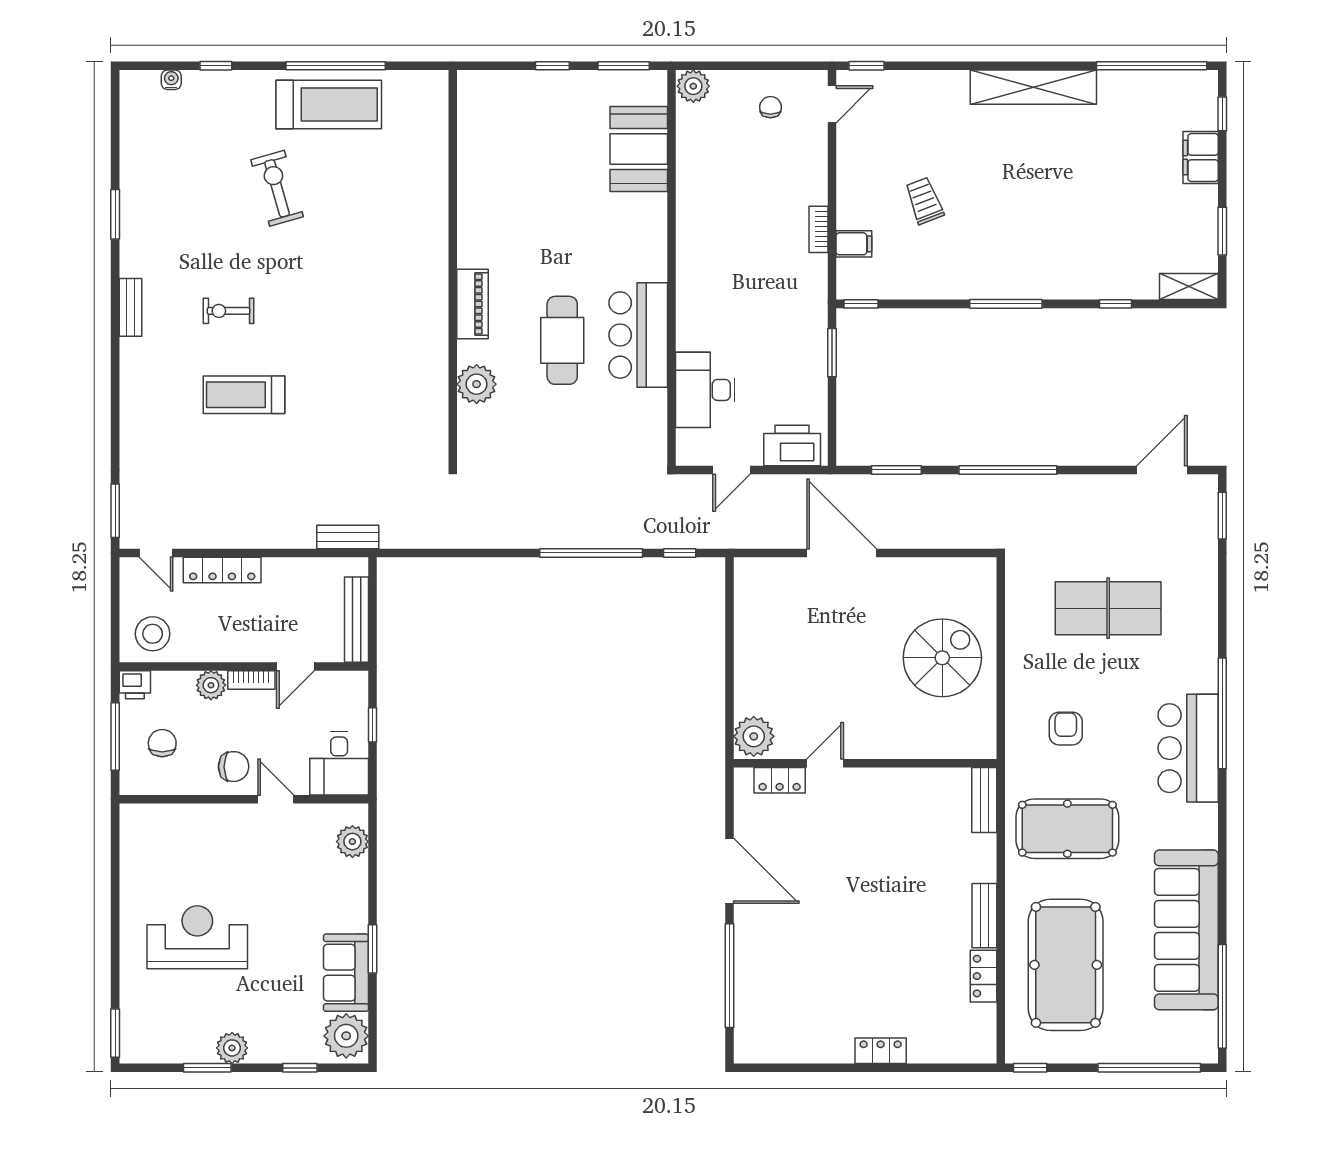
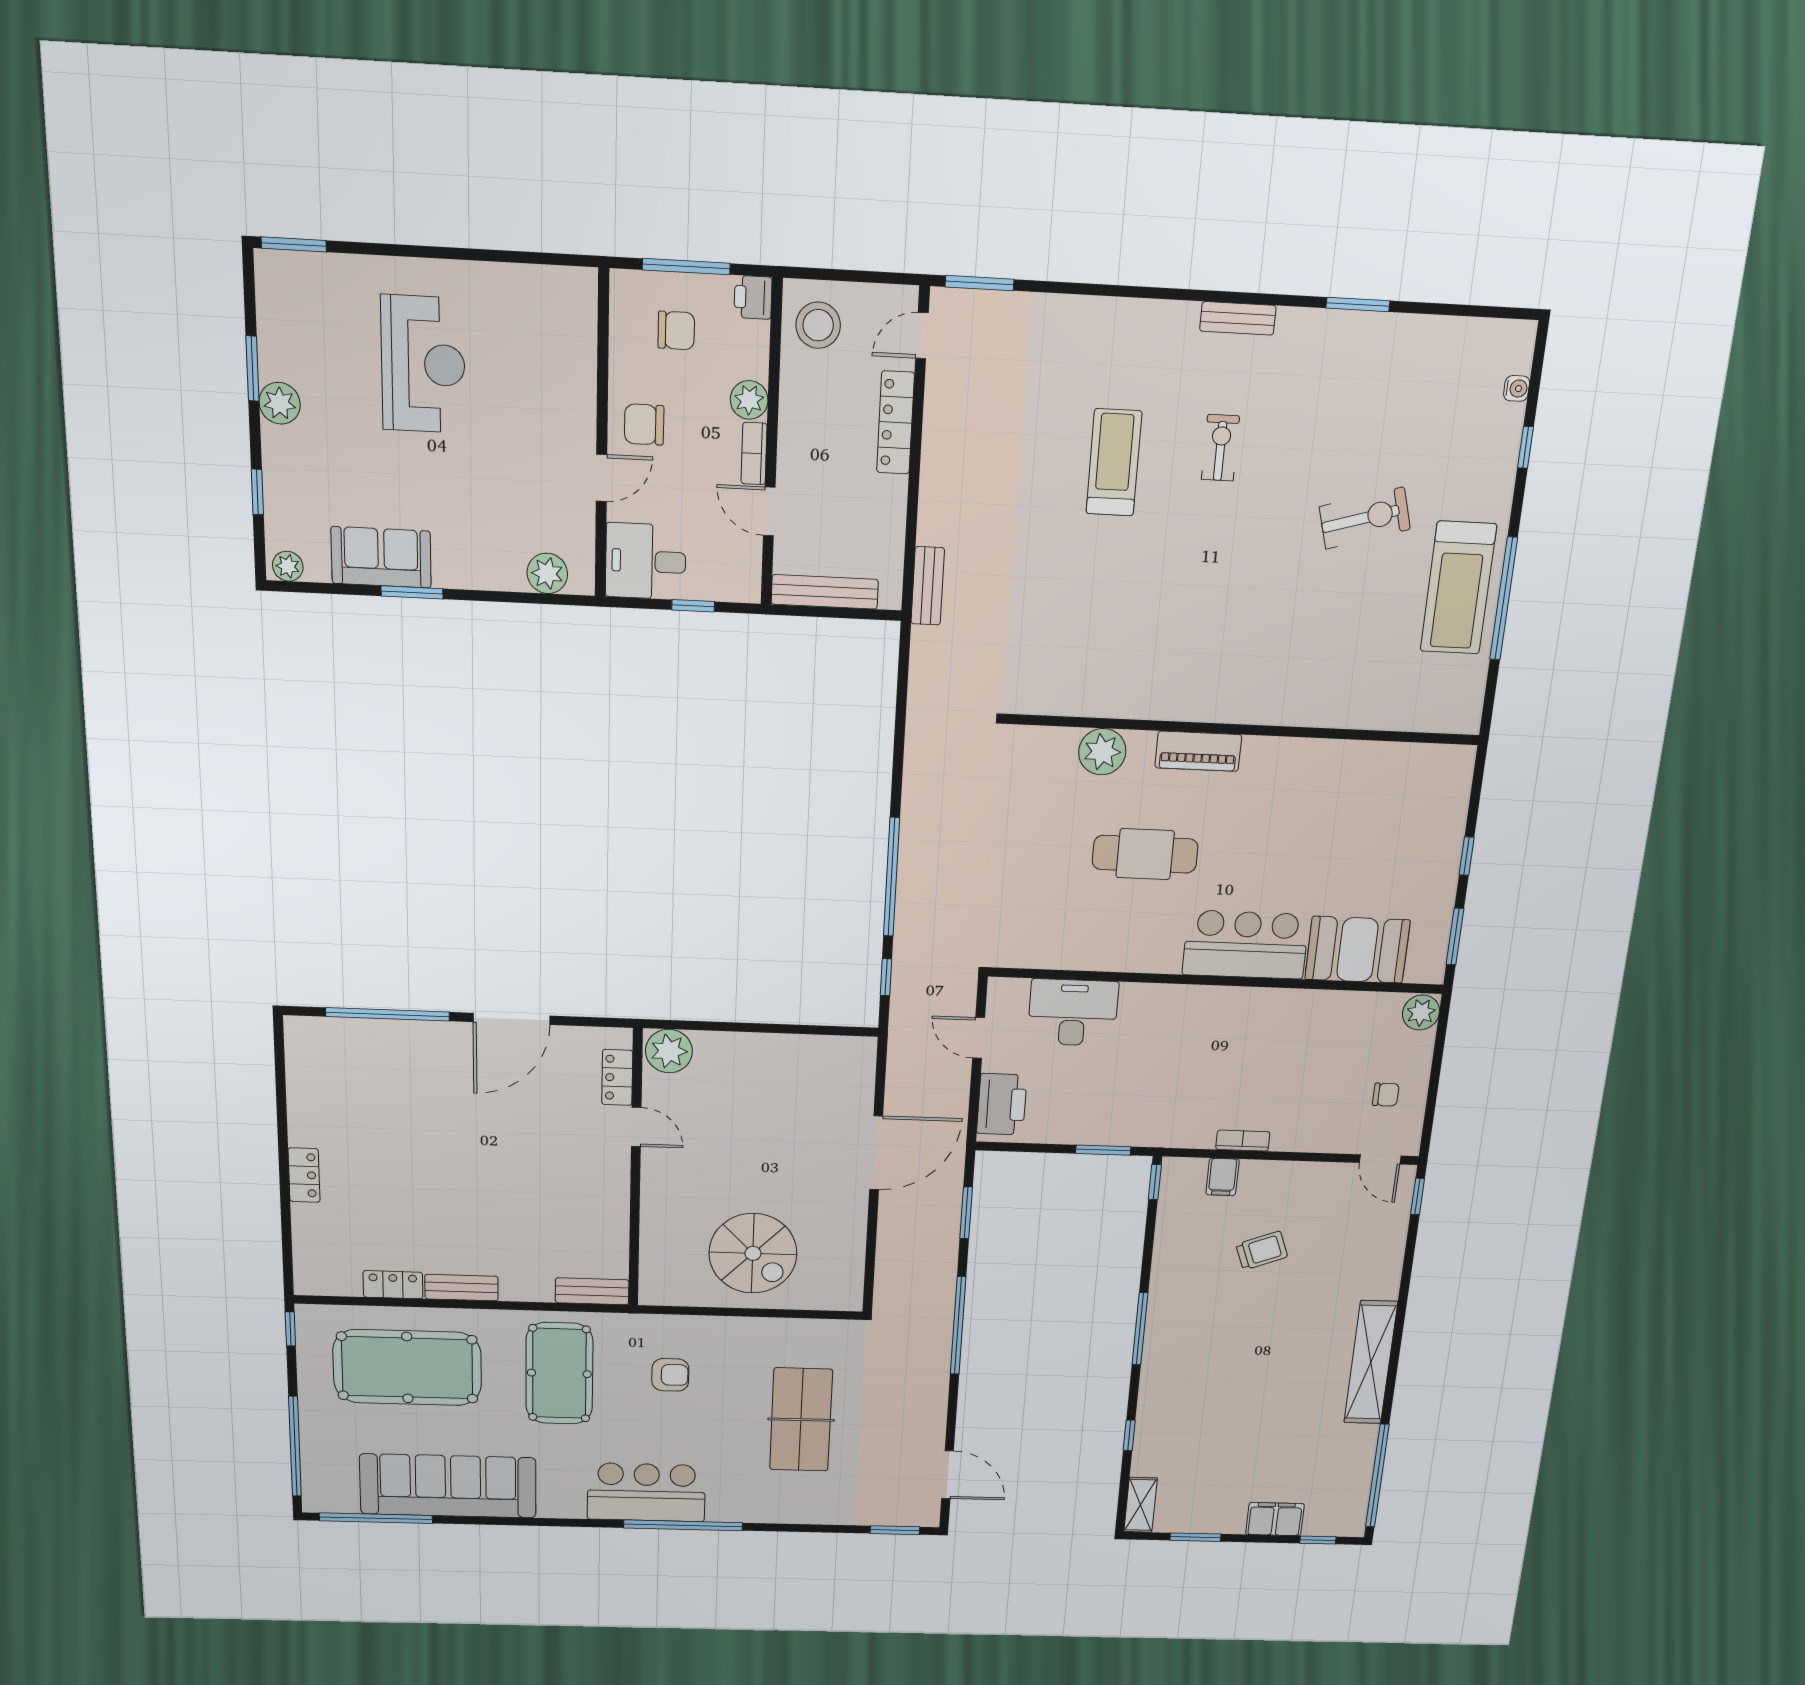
bar counter: (638, 335) -> (1246, 945), moved
chair: (234, 767) -> (644, 424), turned 90
plant: (346, 1036) -> (288, 566), width x0.53, depth x0.53

